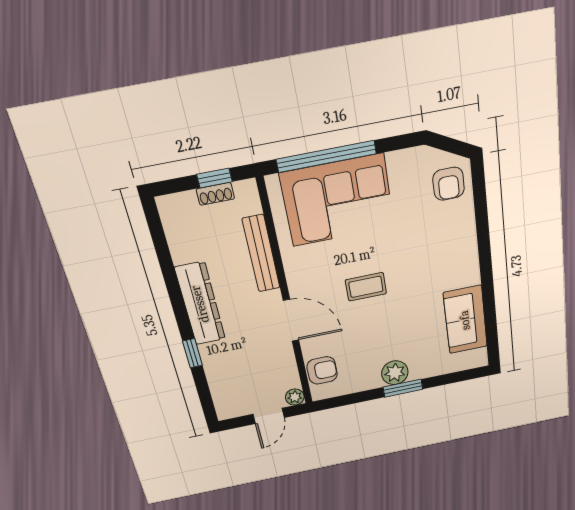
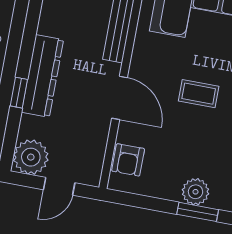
dresser: (200, 304) -> (42, 76), moved
armchair: (322, 370) -> (128, 160), turned 90
plant: (295, 397) -> (31, 157), moved, width x1.87, depth x1.87

